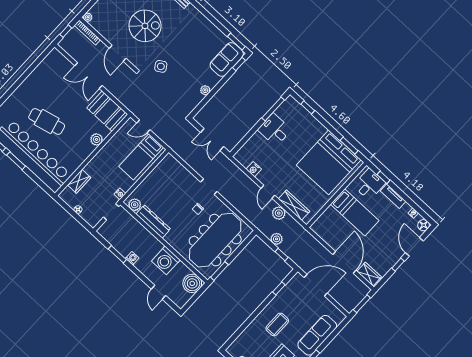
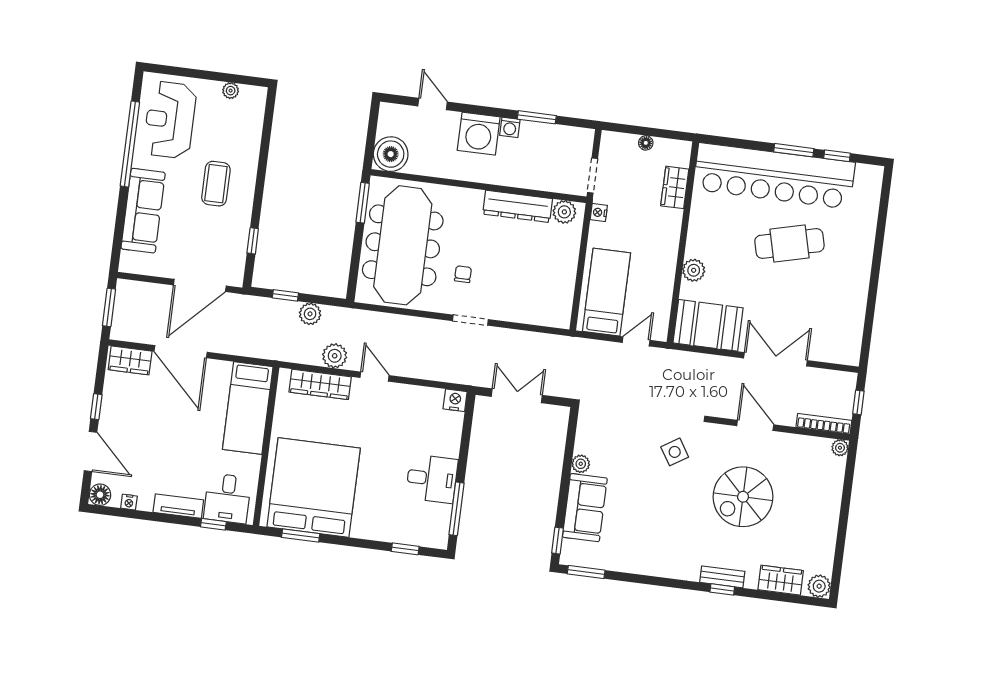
sofa: (227, 59) -> (585, 508), moved
nightstand: (254, 169) -> (455, 400), moved
bed: (355, 212) -> (248, 408), moved, turned -90
washing machine: (166, 260) -> (479, 134), moved, turned 180

